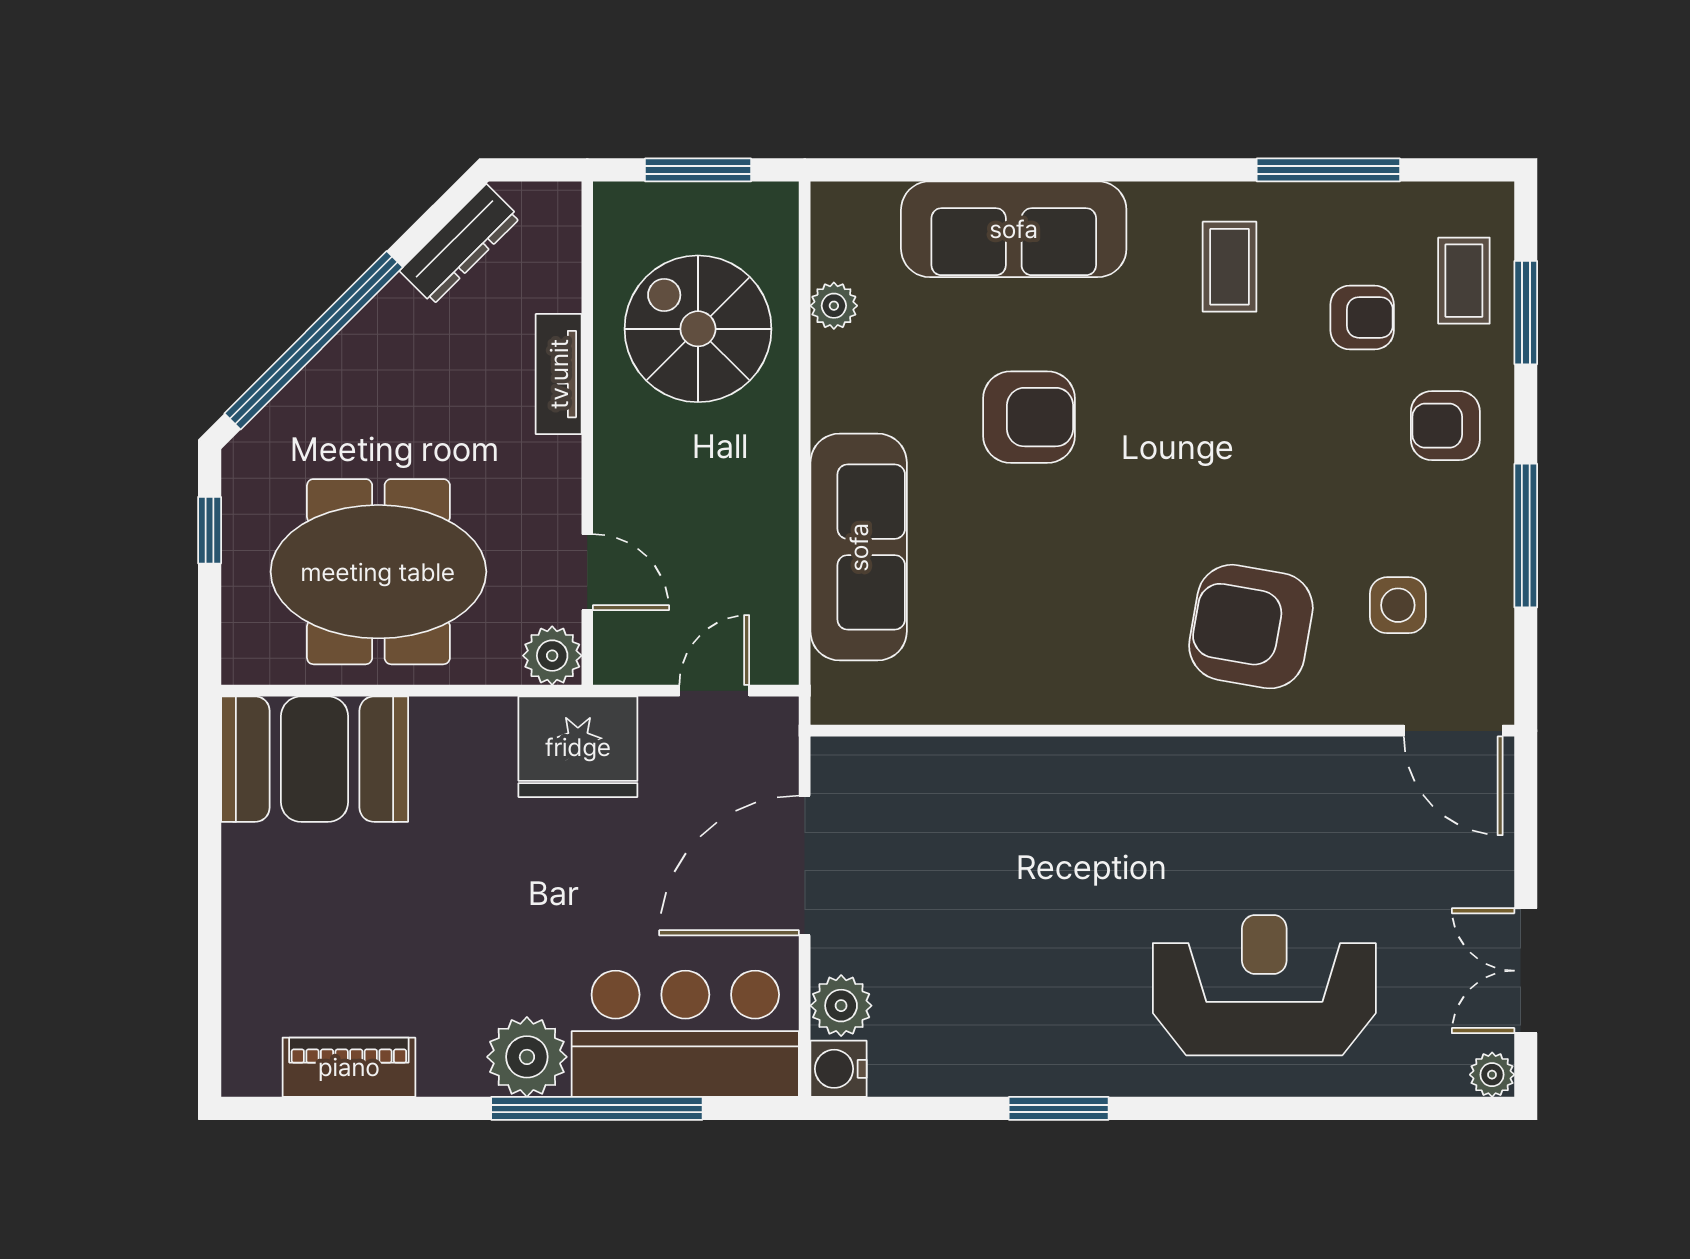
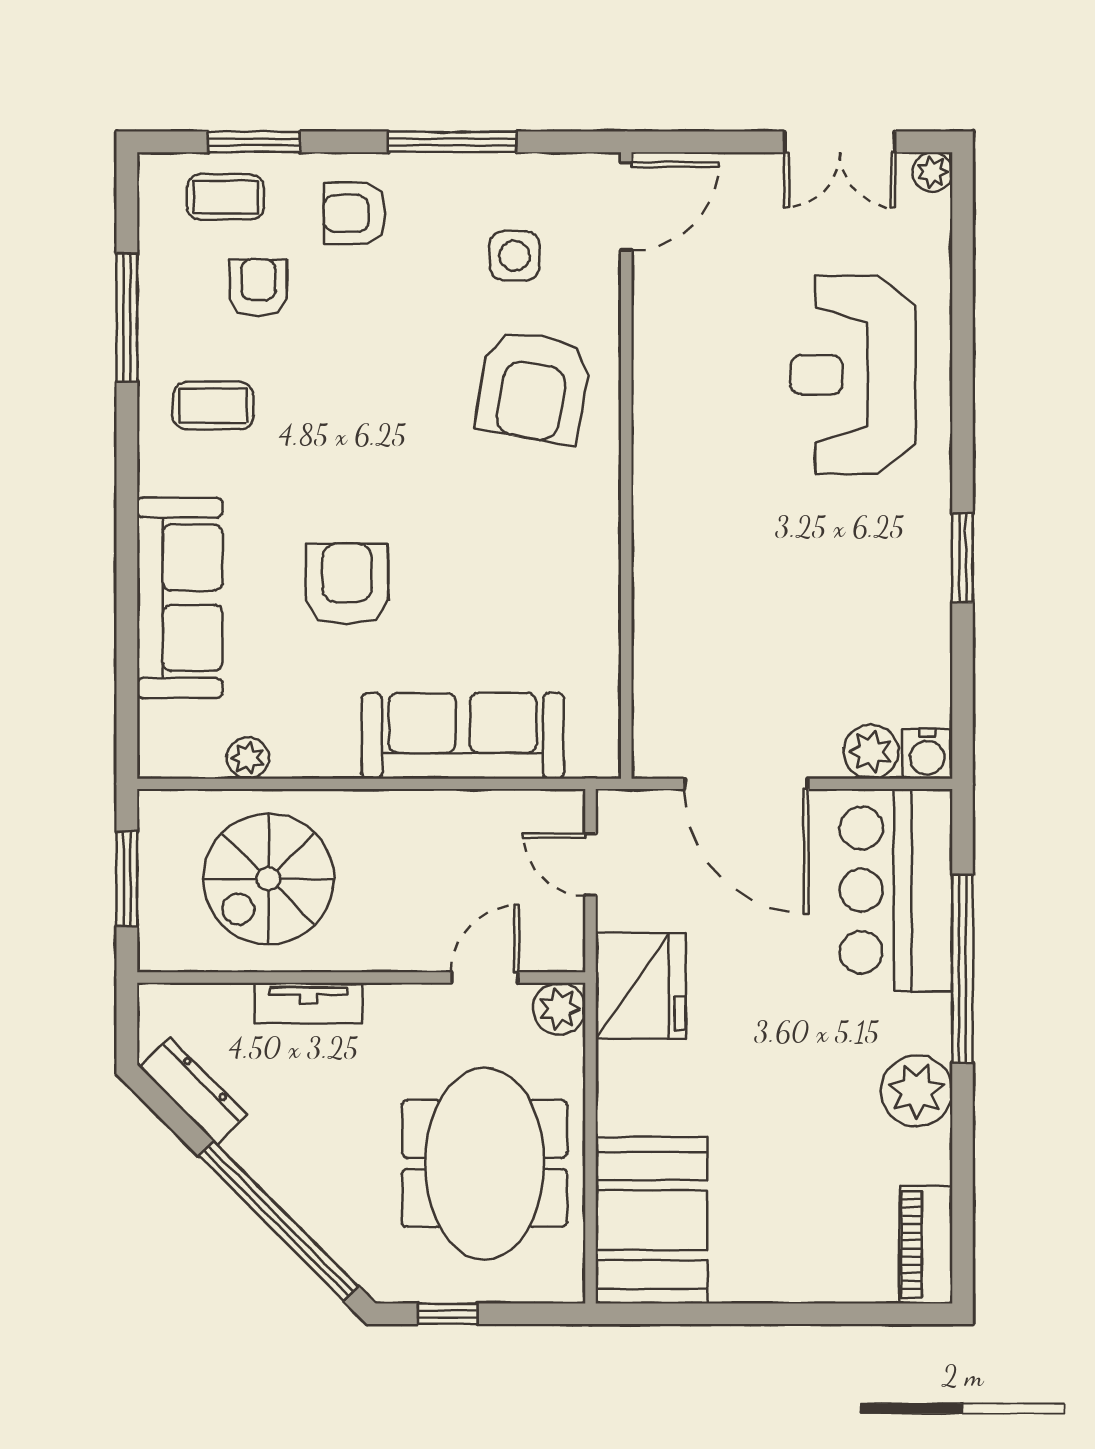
armchair: (1445, 426) -> (355, 213), turned 90
plant: (527, 1057) -> (917, 1091), moved
piano: (349, 1067) -> (926, 1245), moved

